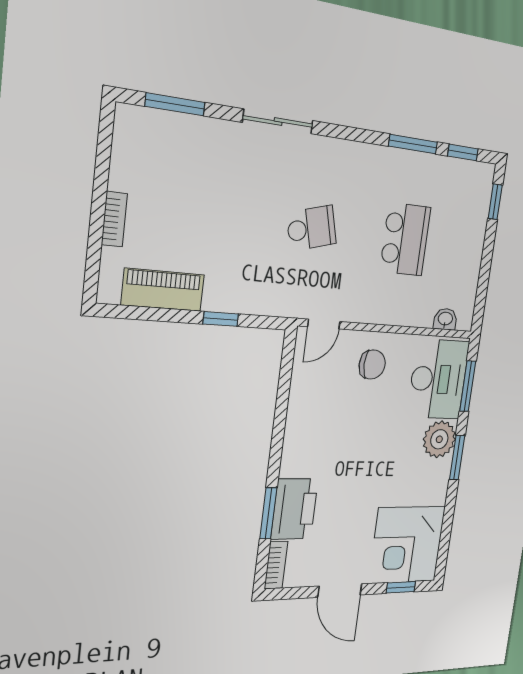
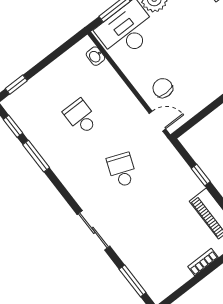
school desk: (311, 228) -> (122, 170), turned 36
school desk: (405, 239) -> (81, 117), width x0.54
chair: (372, 364) -> (163, 88), moved

